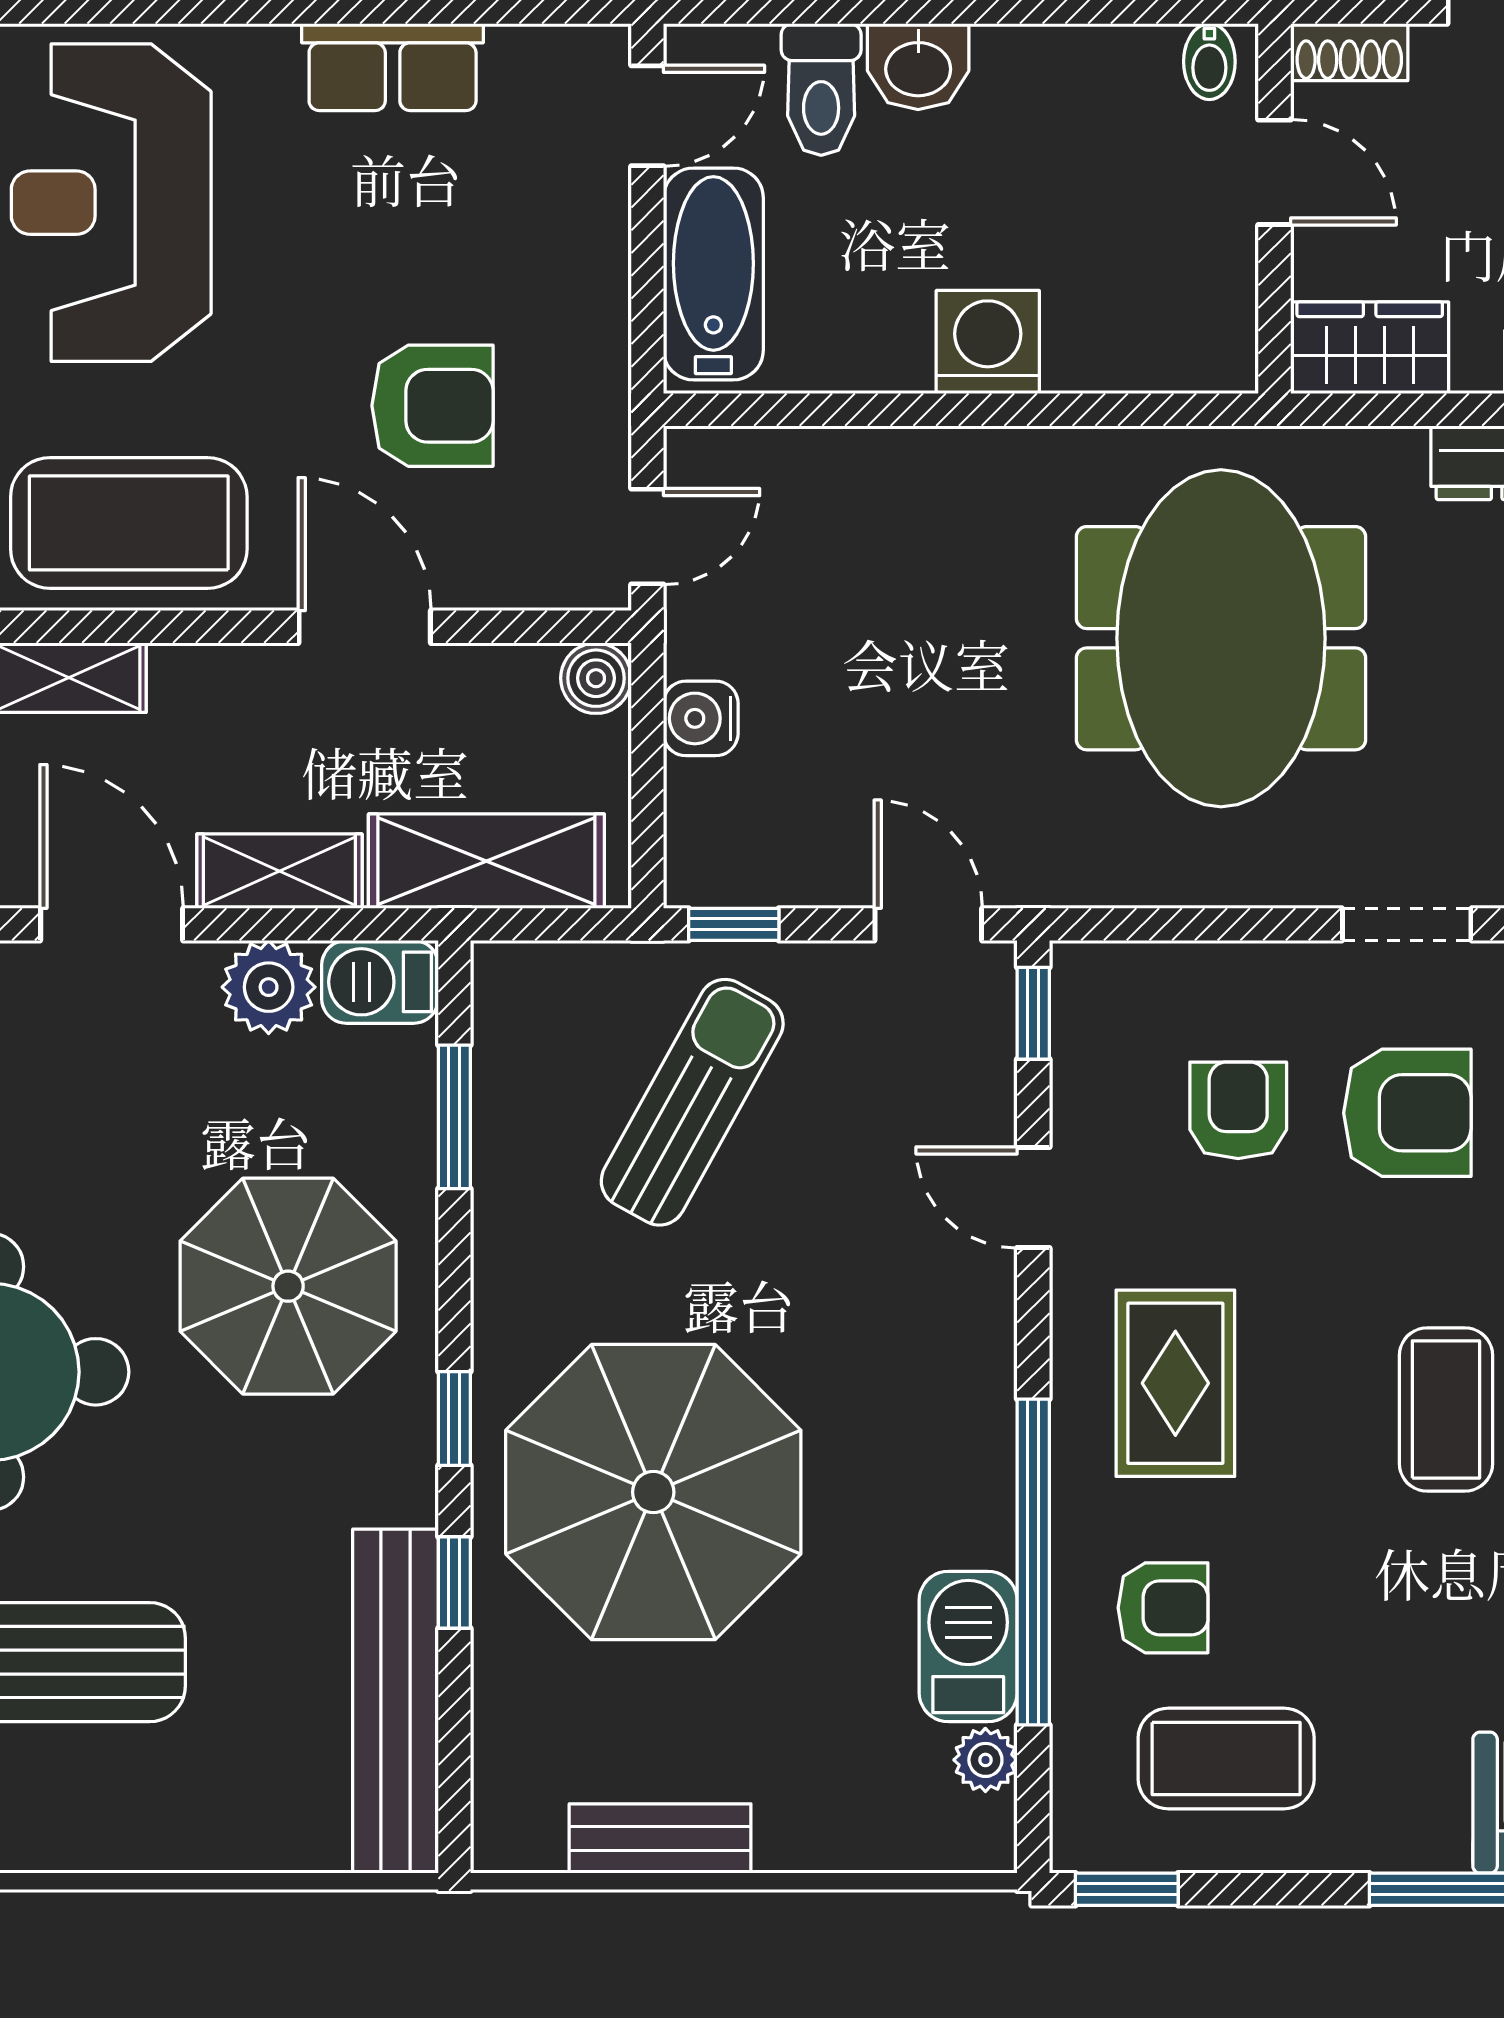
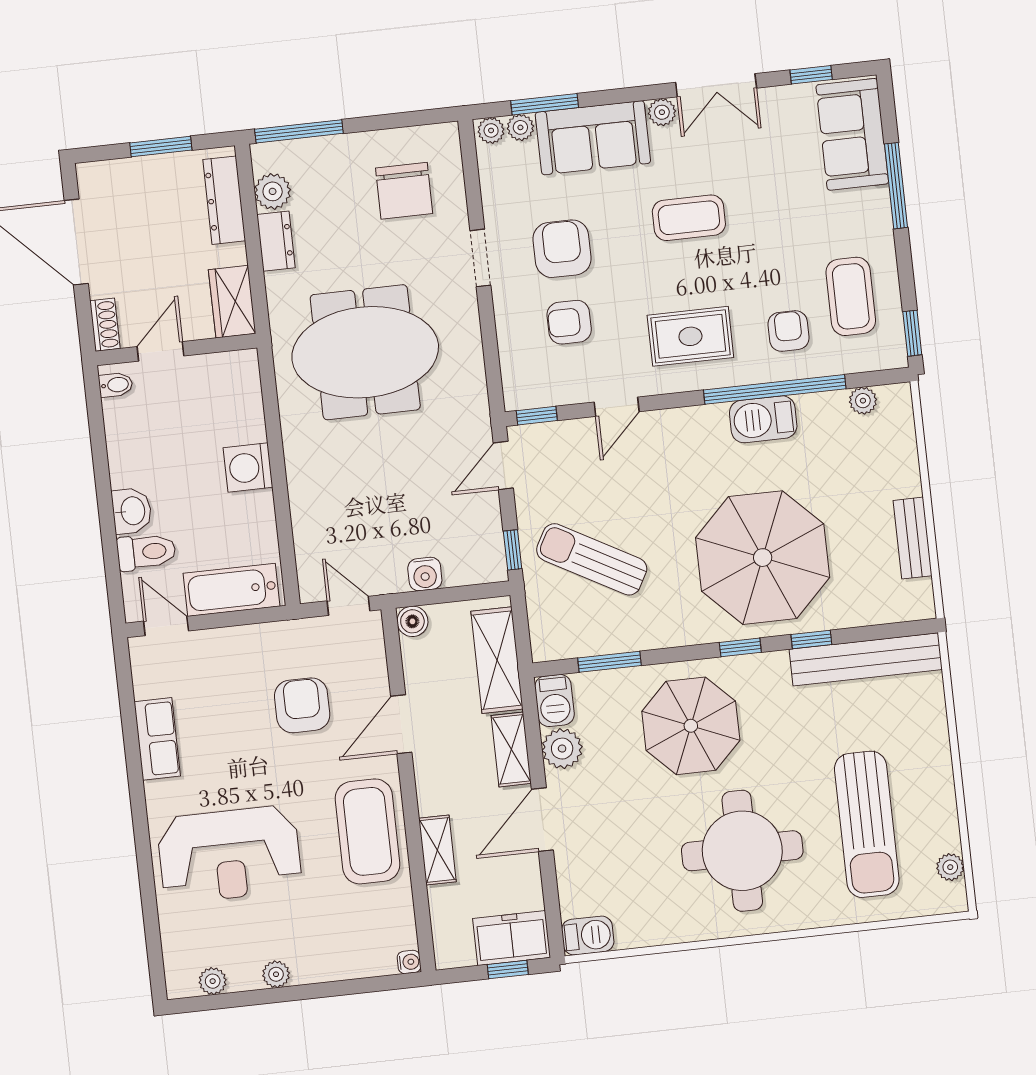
barbecue: (968, 1647) -> (763, 419), moved

